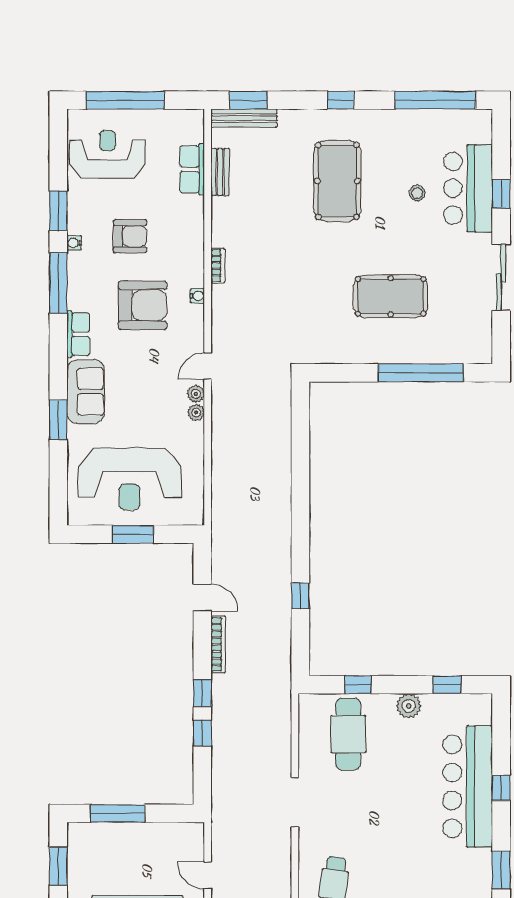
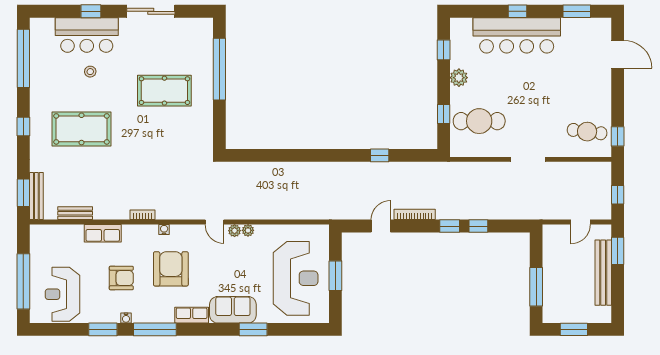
row of seats: (192, 169) -> (103, 233), moved
armchair: (130, 236) -> (121, 278), turned 90
pool table: (391, 296) -> (164, 91), turned 90

